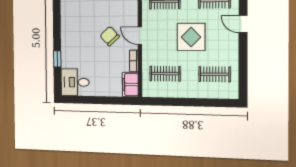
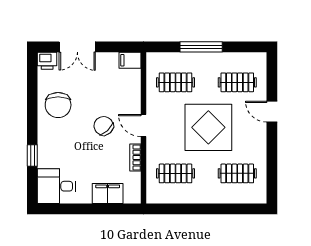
chair: (76, 20) -> (58, 105), added
display table: (191, 37) -> (208, 127), width x1.36, depth x1.36
filing cabinet: (130, 85) -> (108, 193), moved, turned 90

